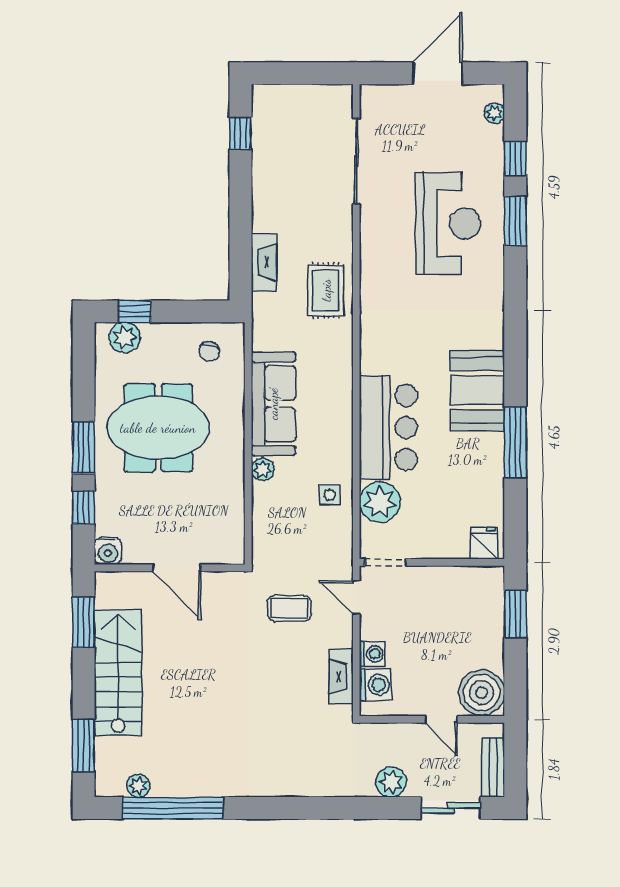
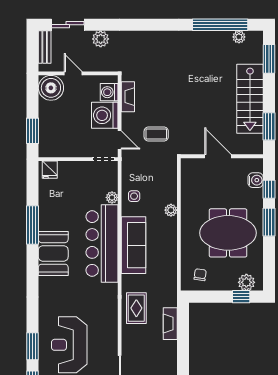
sofa: (273, 404) -> (133, 245), moved, turned 180
bar counter: (388, 427) -> (102, 243), width x1.36
plant: (380, 502) -> (112, 197), width x0.53, depth x0.53
water cooler: (108, 551) -> (256, 180), moved, turned 90
washing machine: (372, 654) -> (105, 115), width x1.89, depth x1.89

